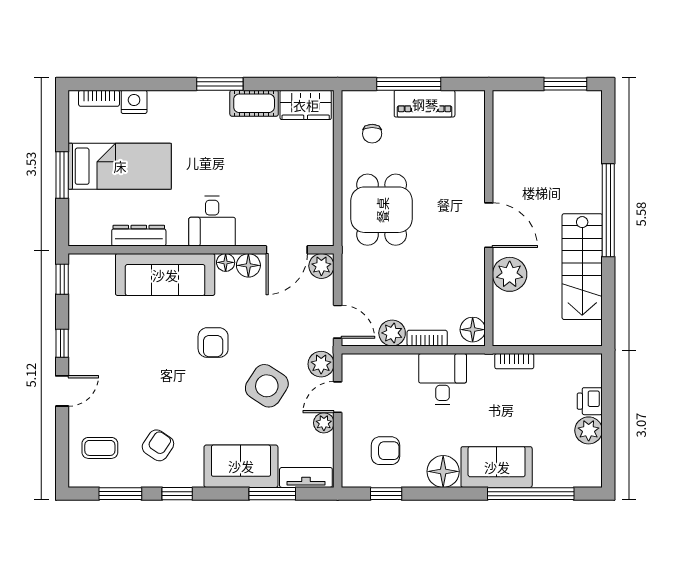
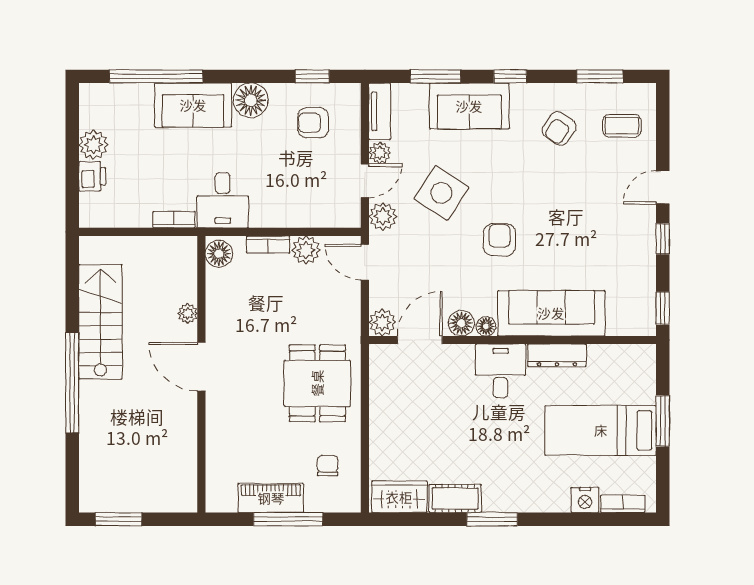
dresser: (139, 236) -> (557, 355), moved
plant: (510, 274) -> (188, 313), width x0.53, depth x0.53
desk: (443, 379) -> (223, 200), moved
tv unit: (306, 477) -> (380, 111), moved, turned -90
window: (177, 494) -> (510, 76), moved

